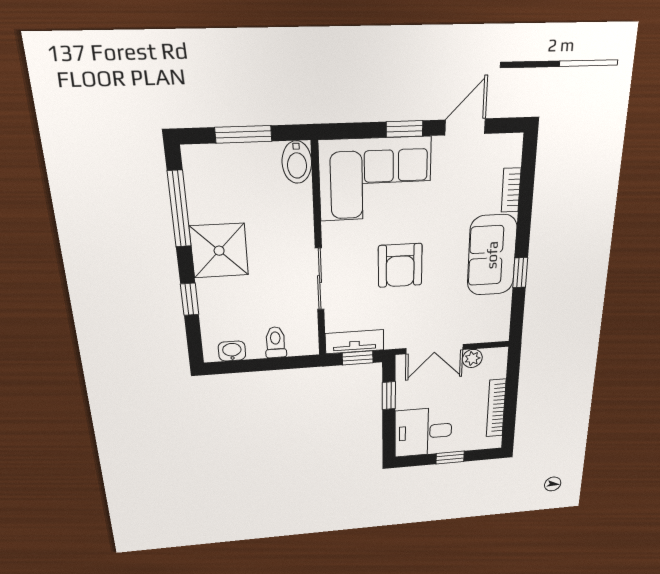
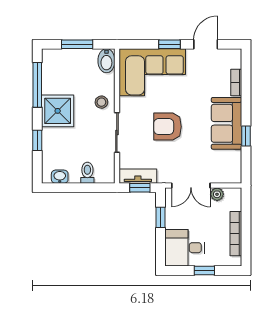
stool: (292, 233) -> (101, 102), added
armchair: (400, 265) -> (168, 127), turned 90

